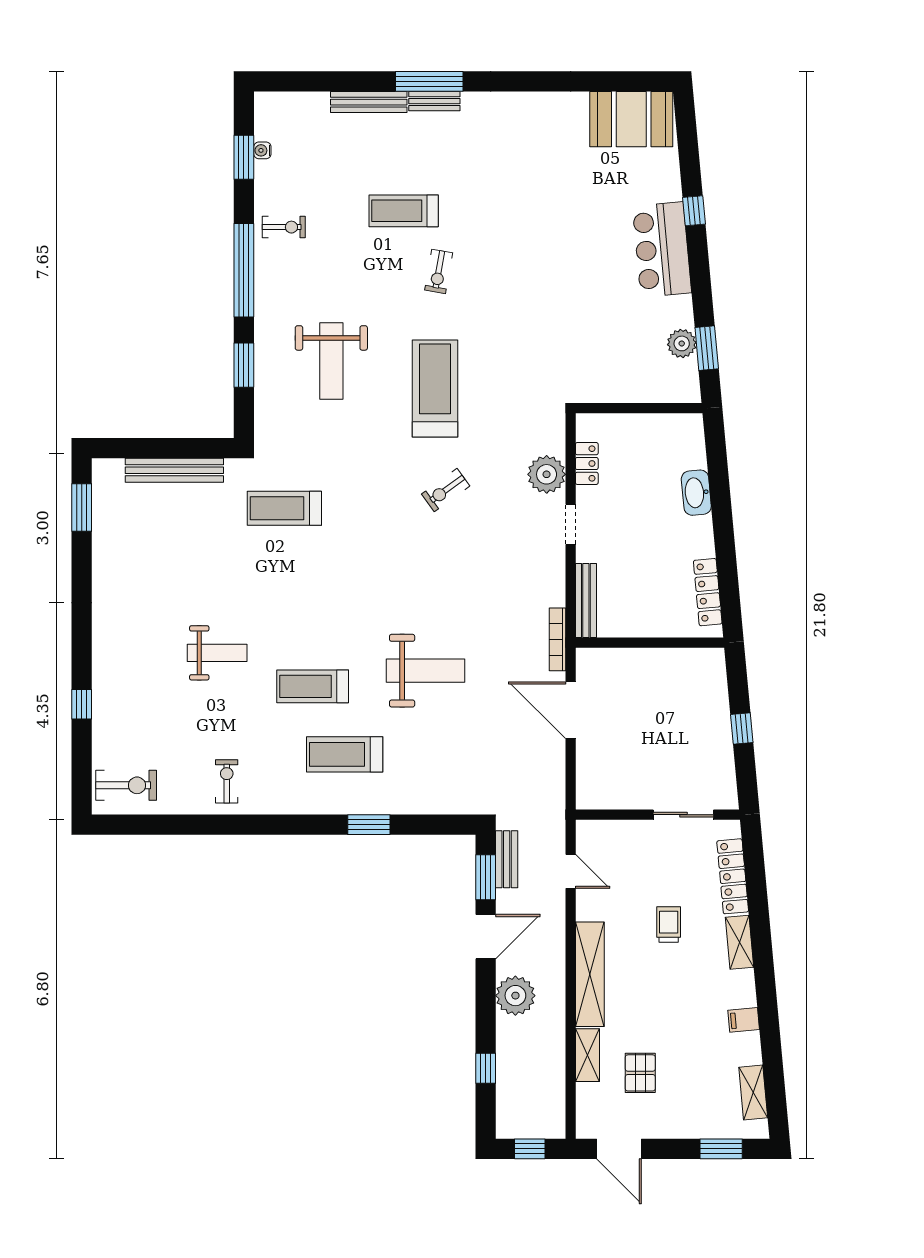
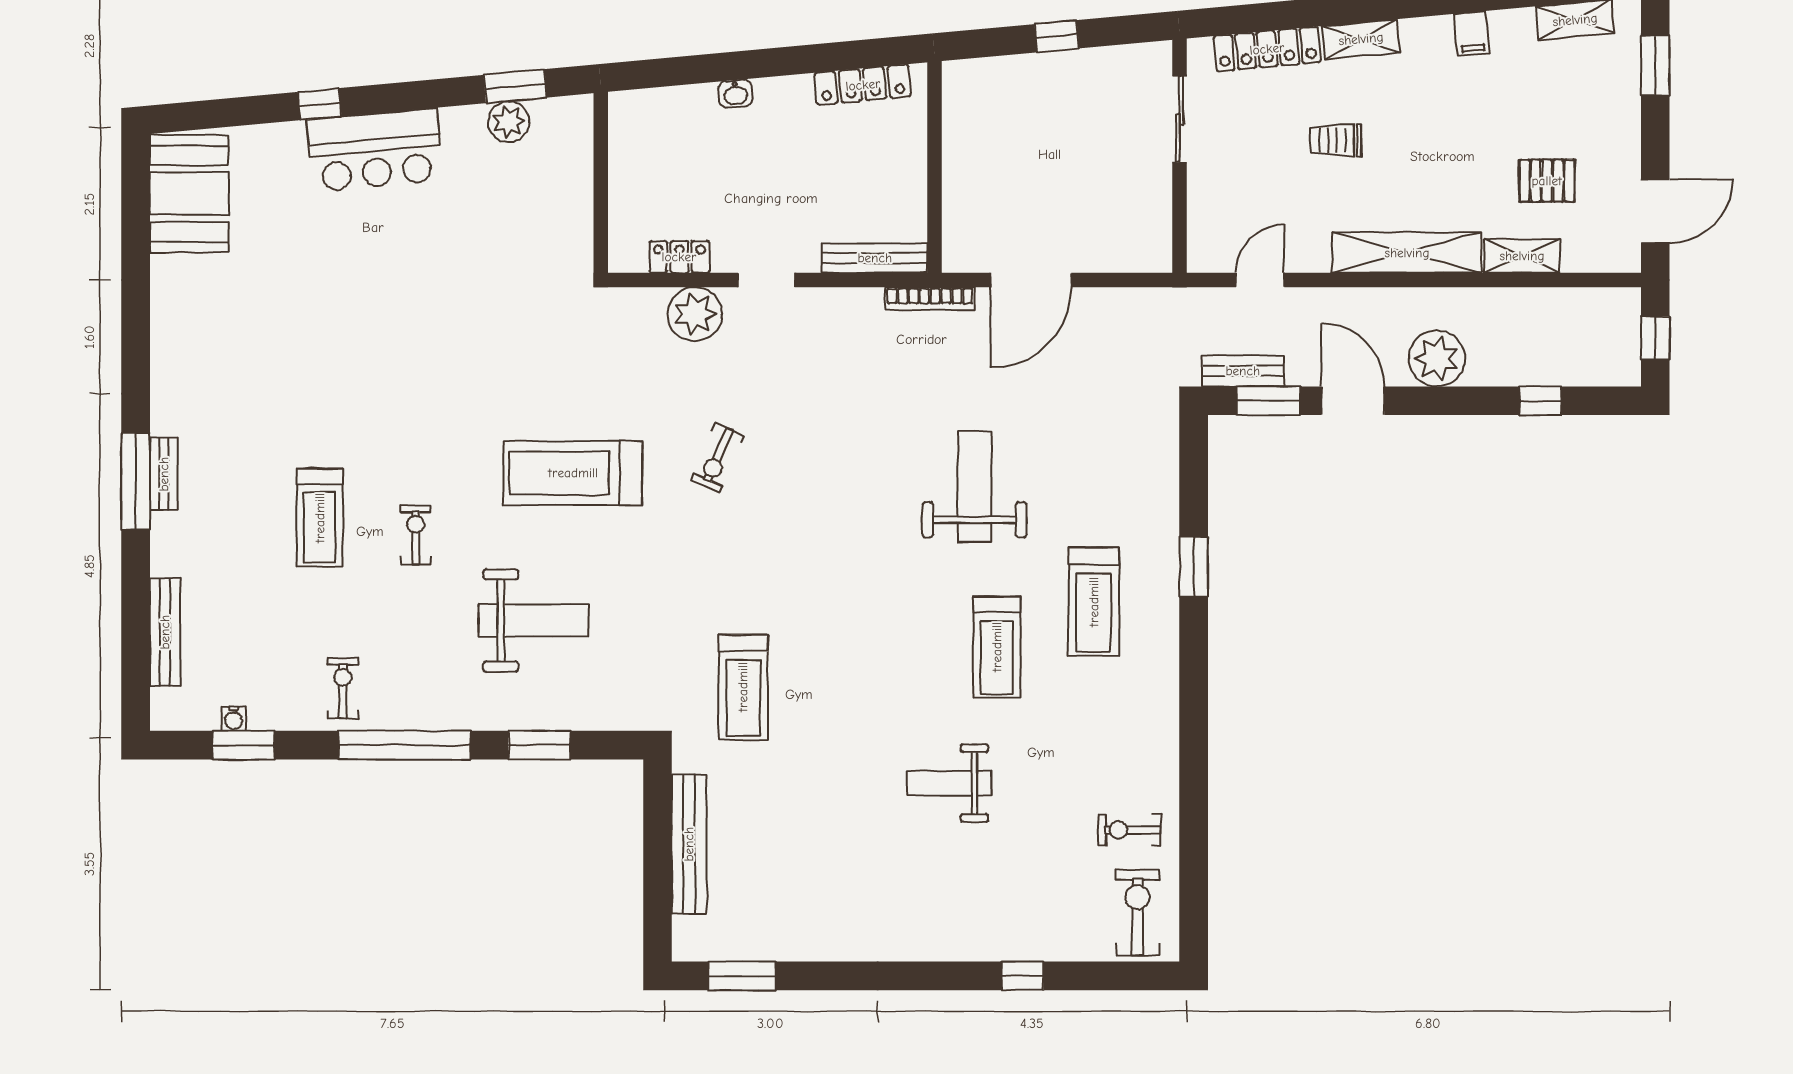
bench: (369, 102) -> (165, 632), moved
exercise bike: (439, 271) -> (416, 535), moved, turned -100
exercise bike: (446, 490) -> (717, 458), turned 59
washbasin: (696, 493) -> (735, 94), width x0.52, depth x0.69
weight bench: (217, 653) -> (949, 783), turned -90
exercise bike: (227, 781) -> (1130, 830), moved

